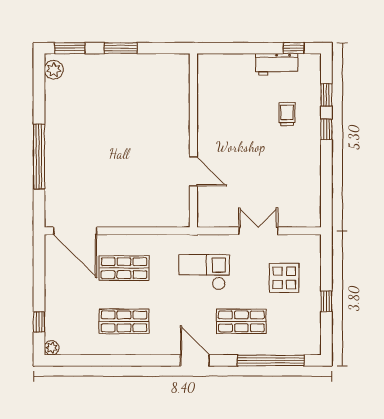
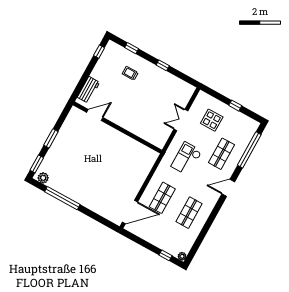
workbench: (277, 64) -> (88, 90), moved
window: (326, 129) -> (163, 65), moved
window: (39, 156) -> (62, 198), moved
door: (193, 171) -> (95, 115), moved

